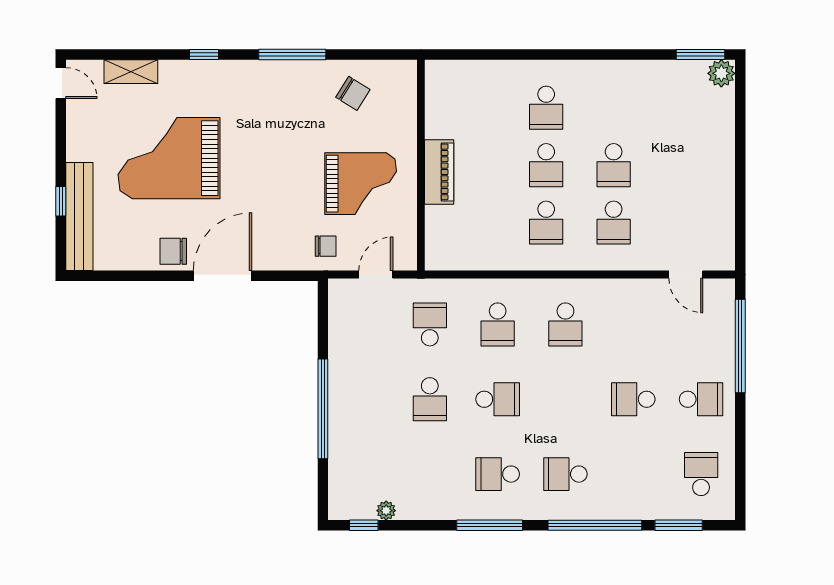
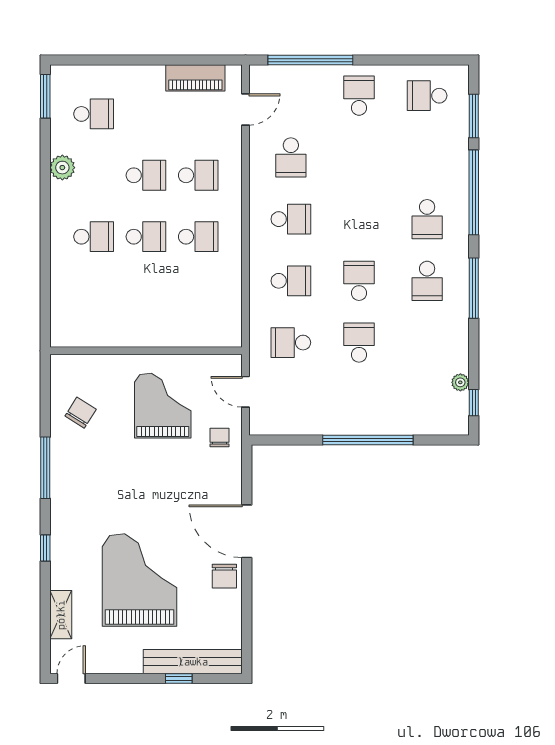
plant: (721, 73) -> (62, 168), moved
school desk: (681, 108) -> (94, 114), added
grand piano: (169, 158) -> (140, 580), turned 180
piano: (439, 172) -> (195, 78), moved, turned 180
school desk: (430, 399) -> (359, 343), turned -90
school desk: (633, 399) -> (291, 157), moved

